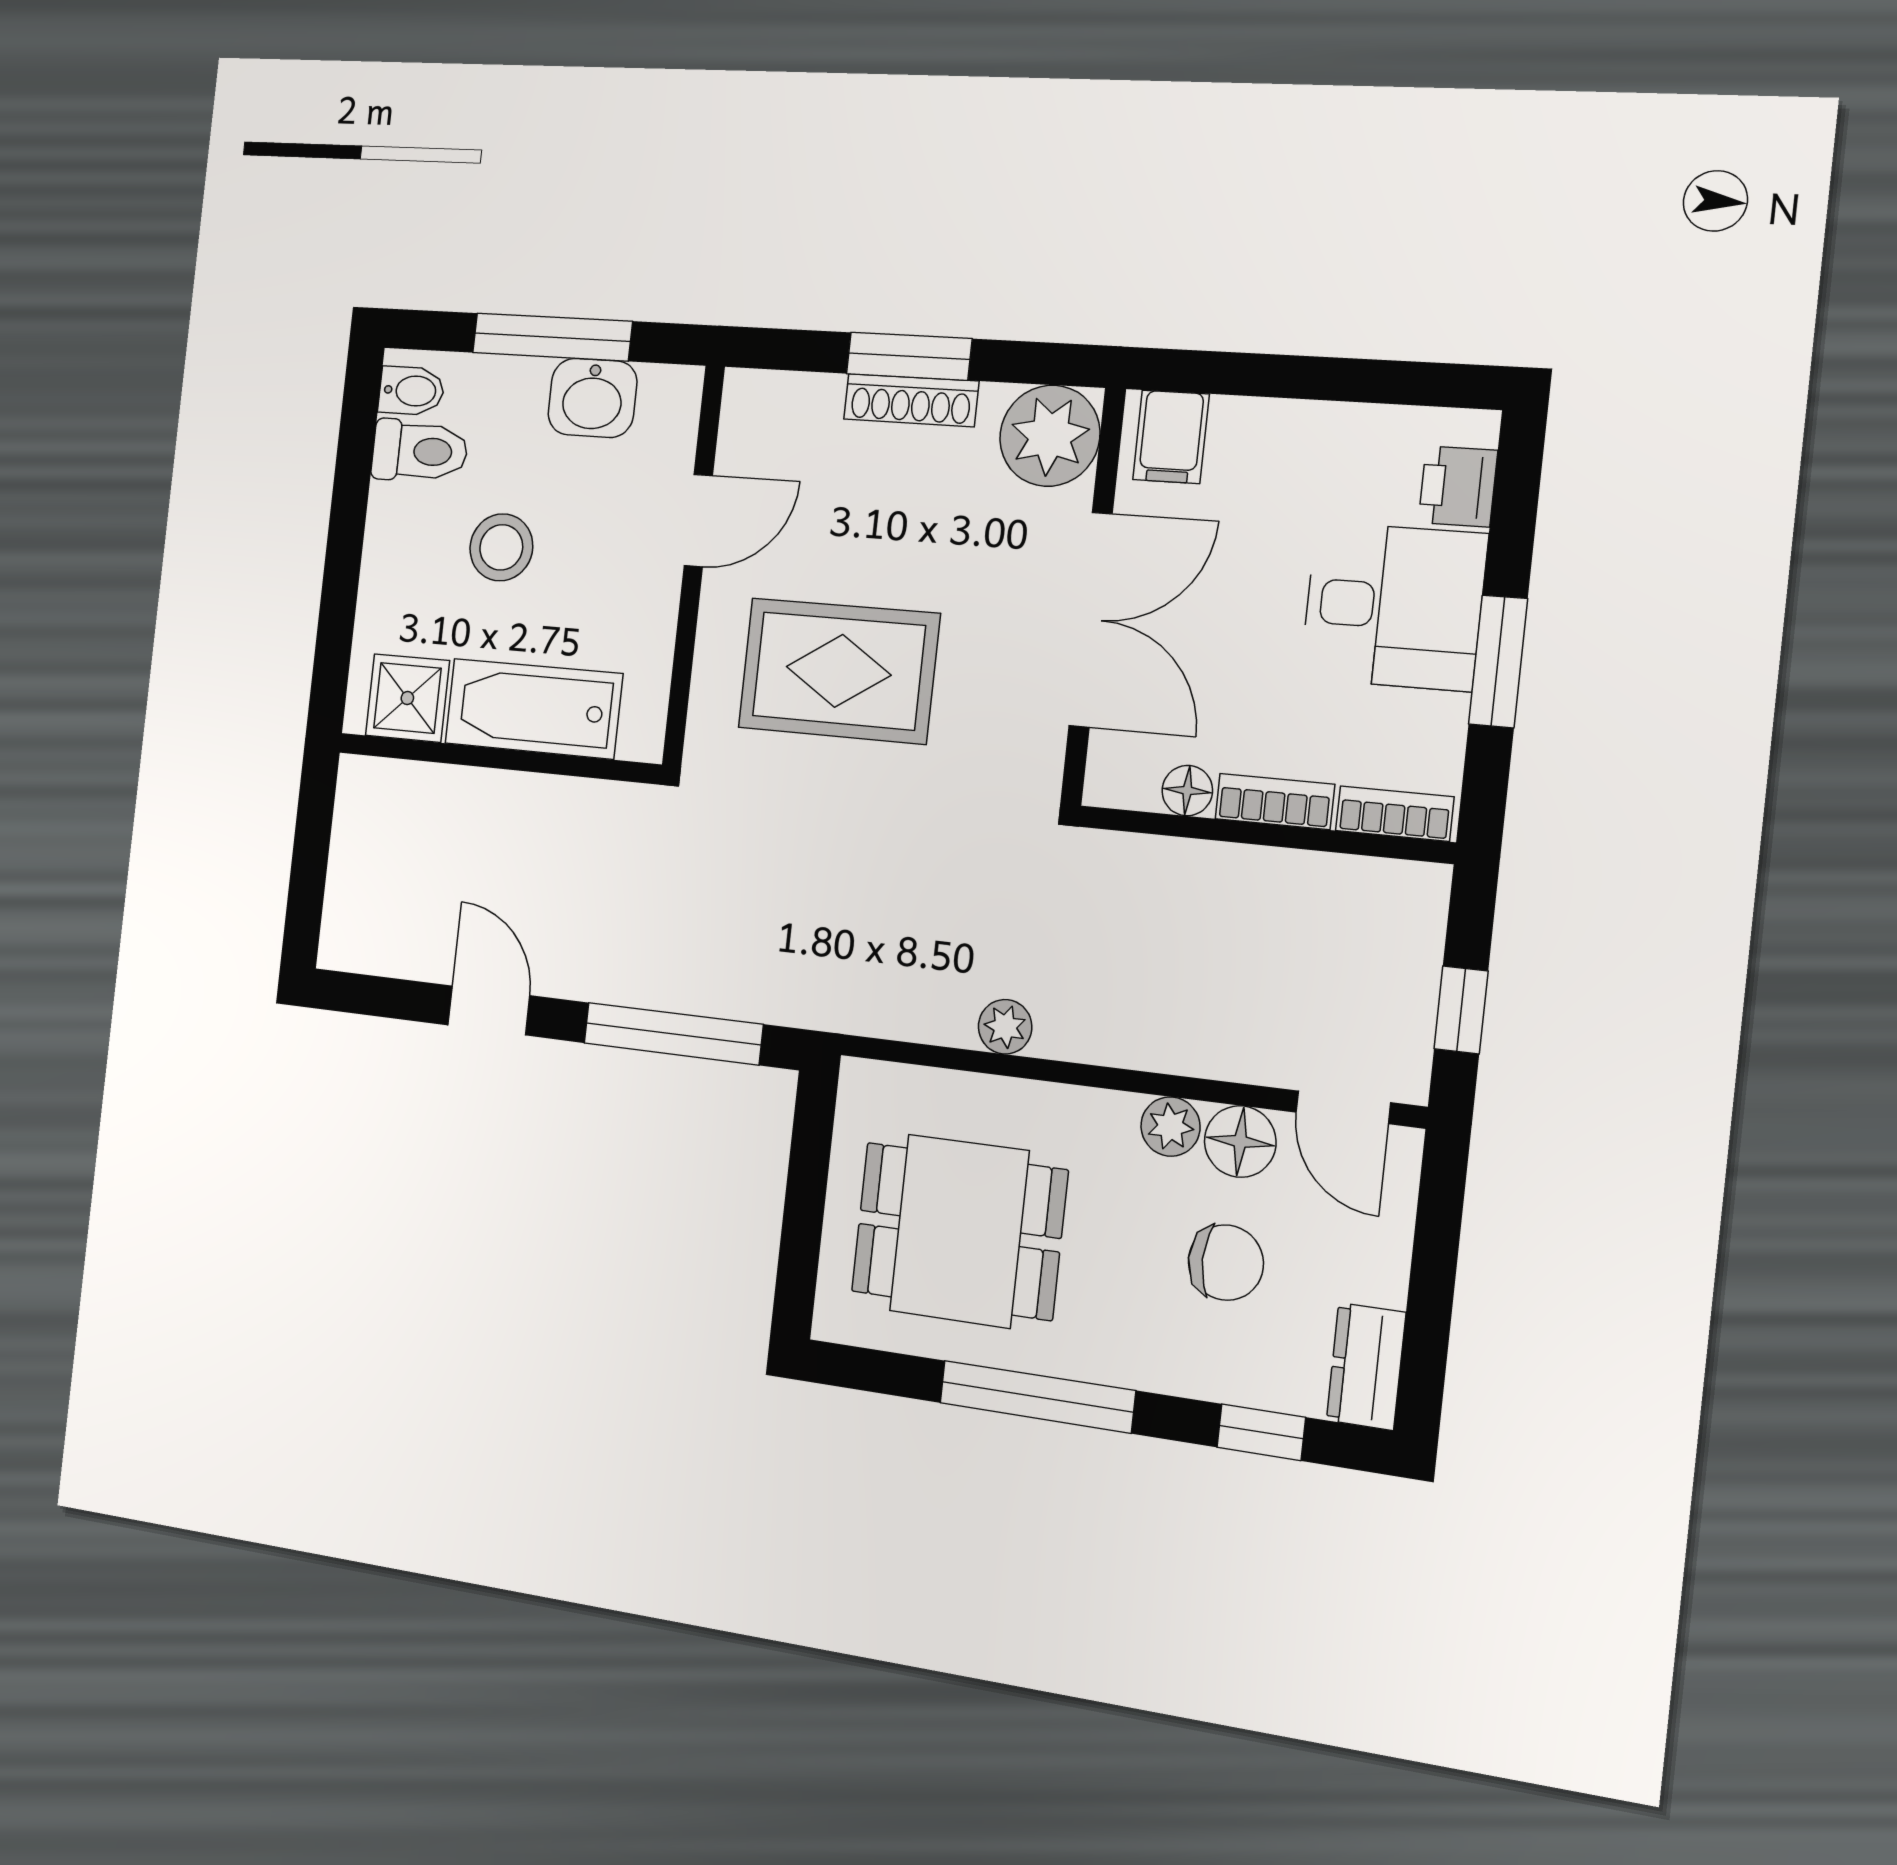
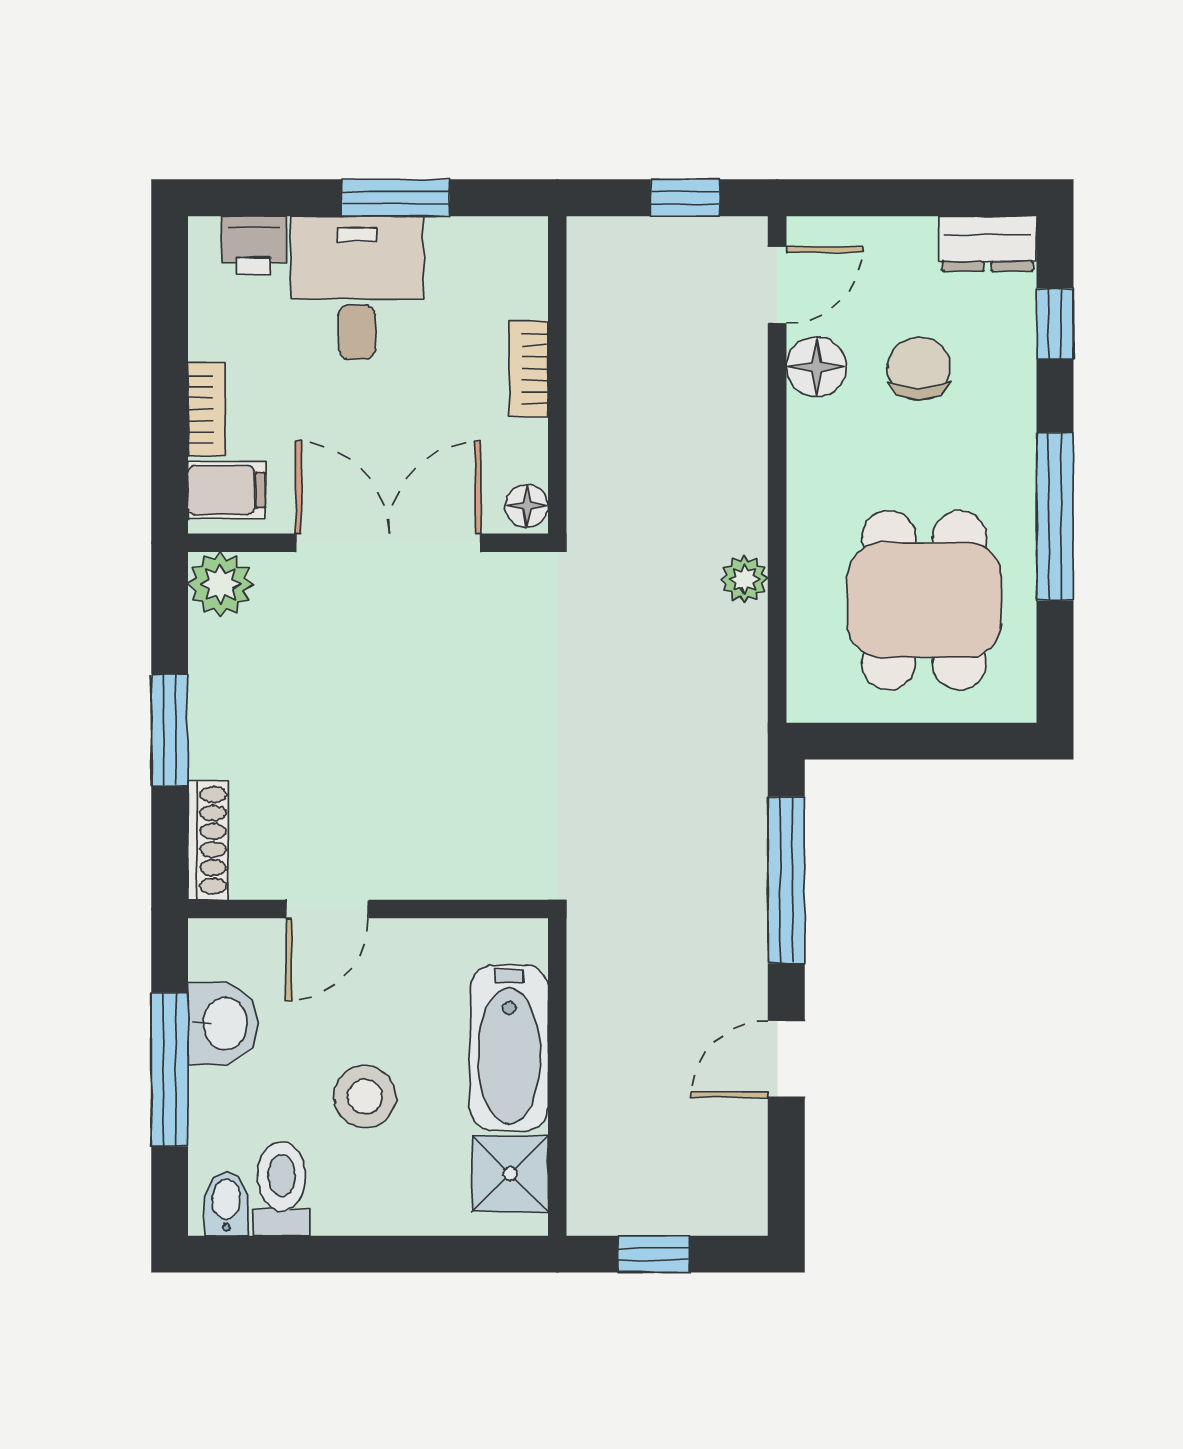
shoe rack: (911, 400) -> (208, 840), moved
plant: (1050, 436) -> (220, 584), width x0.73, depth x0.73
door: (698, 521) -> (327, 909), swing flipped
rug: (839, 671) -> (451, 763), removed
floor lamp: (1187, 791) -> (527, 506), moved
bookcase: (1395, 814) -> (207, 409), moved, turned 180
window: (312, 844) -> (654, 1254), added
plant: (1170, 1127) -> (811, 427), removed

